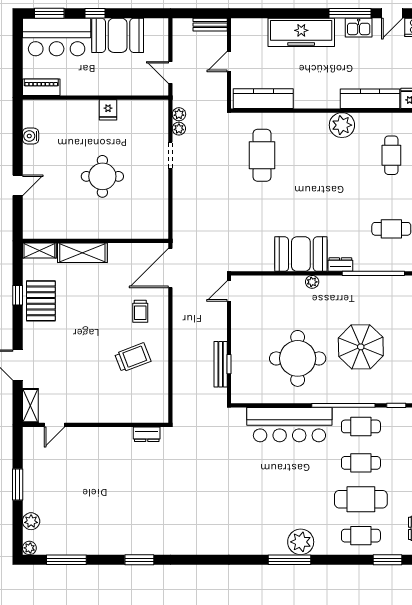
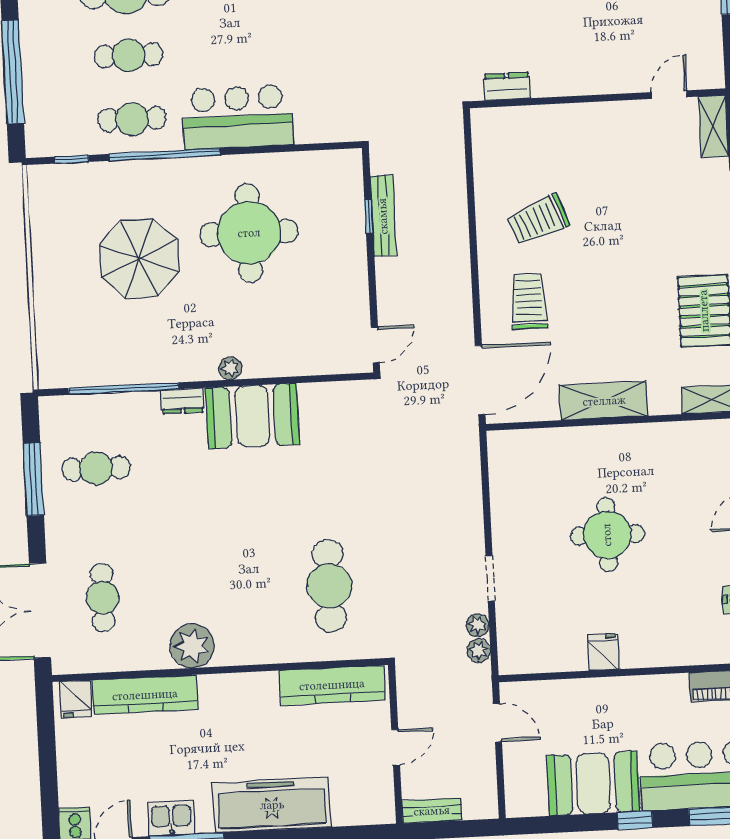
shelving: (82, 253) -> (604, 401), moved
trolley: (140, 311) -> (529, 302), width x1.36, depth x1.39
bar counter: (289, 425) -> (238, 117), width x0.73

